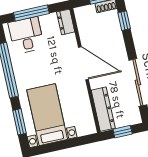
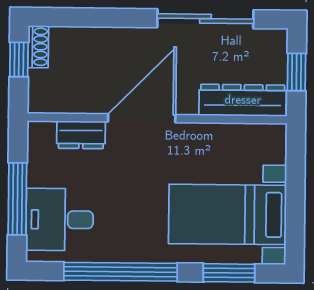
window: (124, 21) -> (76, 17), removed
dresser: (66, 22) -> (81, 135), moved

